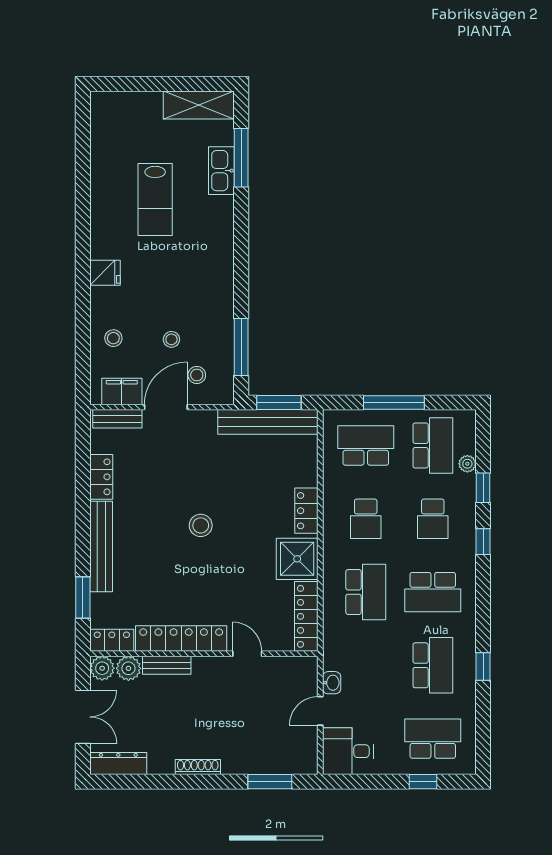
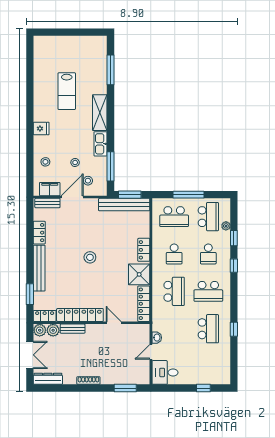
shelving: (199, 105) -> (100, 113), moved, turned 90
kitchen sink: (221, 171) -> (101, 144), moved
school desk: (366, 445) -> (174, 217), turned 180
school desk: (433, 739) -> (208, 366), removed

